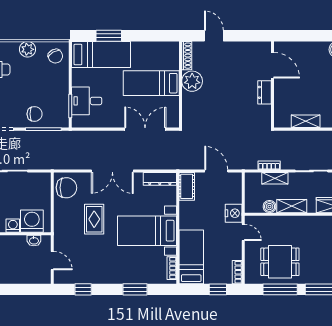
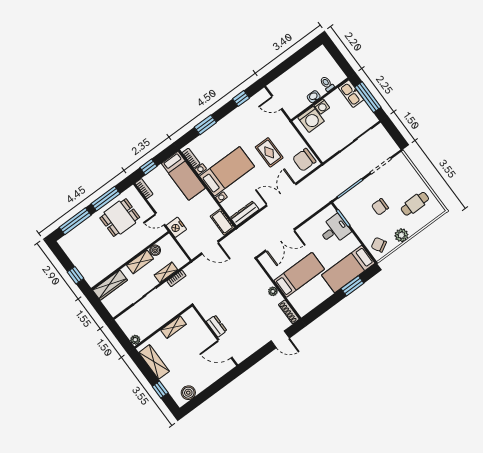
plant: (192, 81) -> (273, 291), width x0.53, depth x0.53
chair: (35, 114) -> (380, 207), moved
washbasin: (34, 241) -> (314, 97), moved

